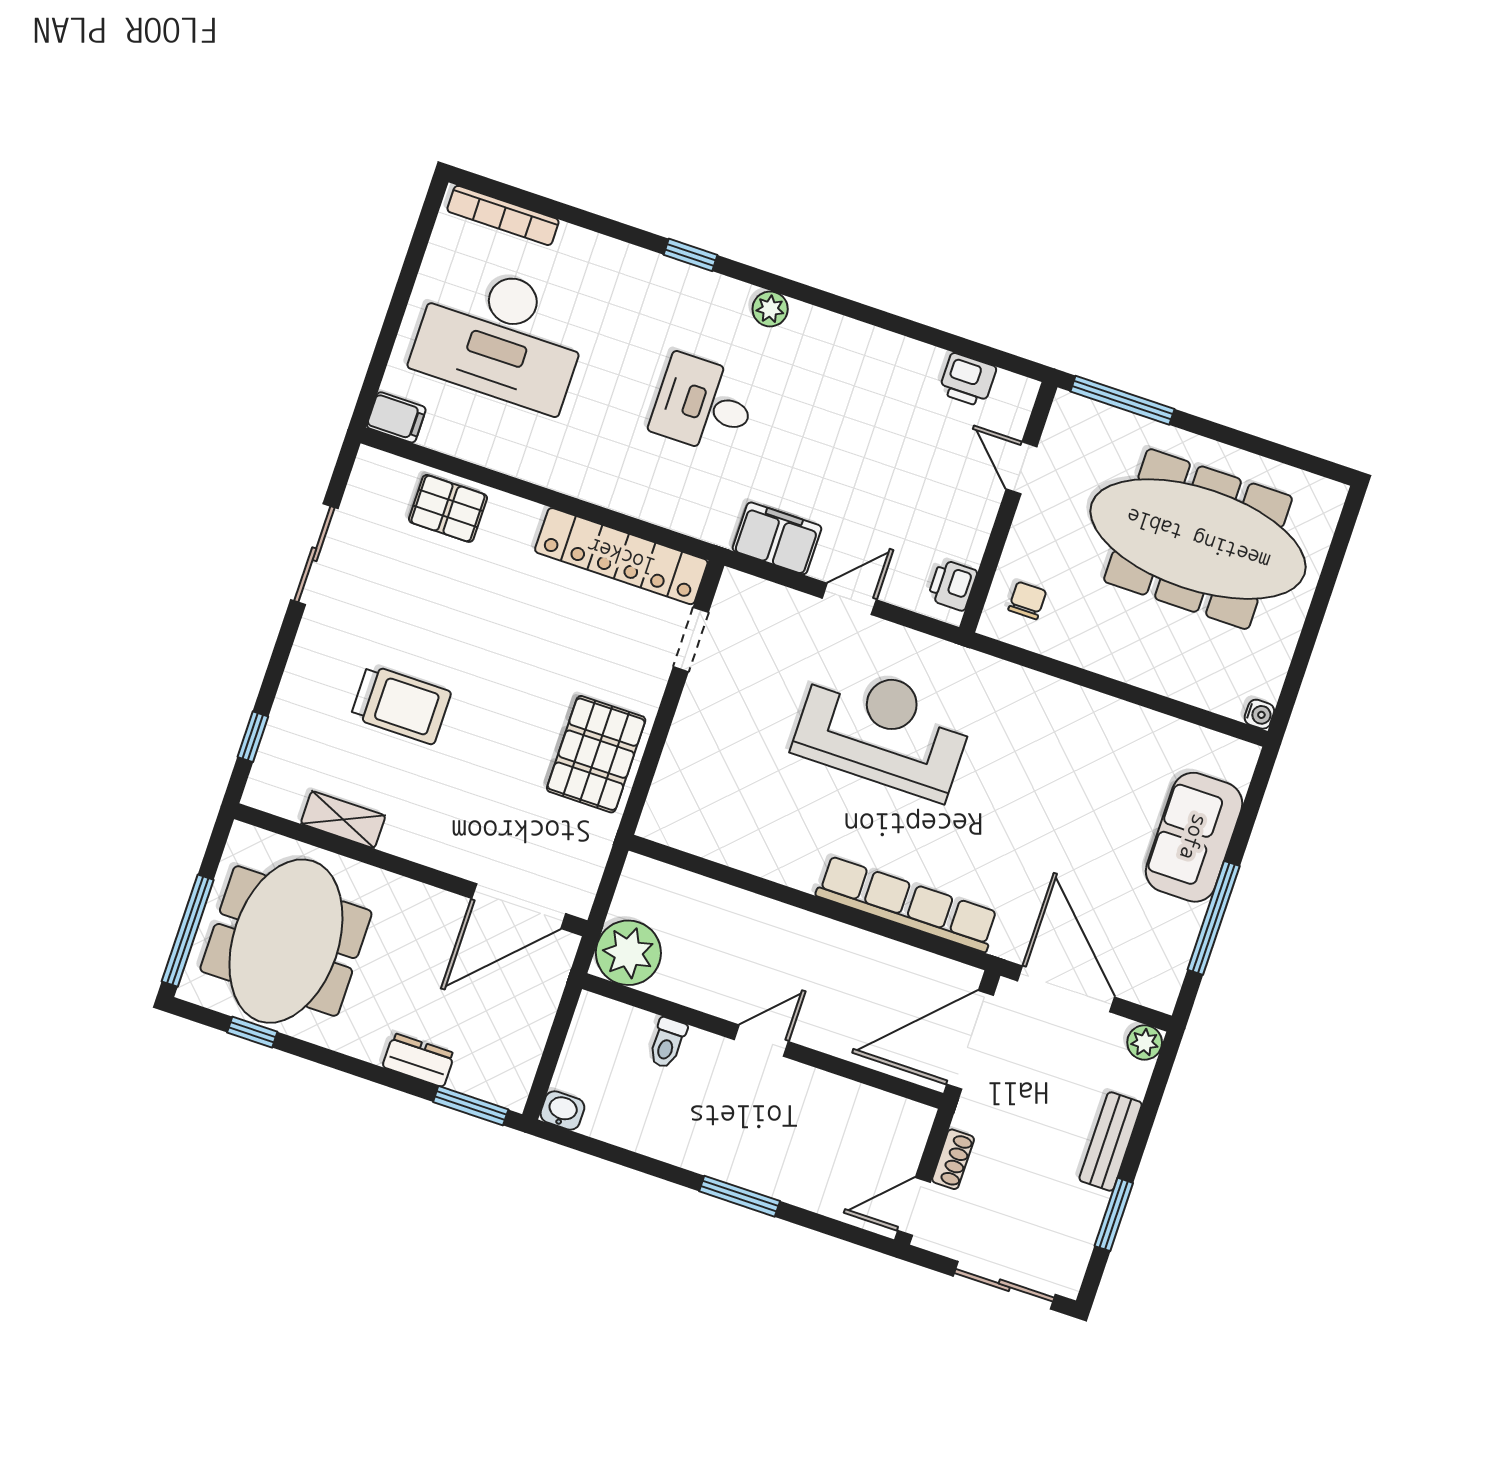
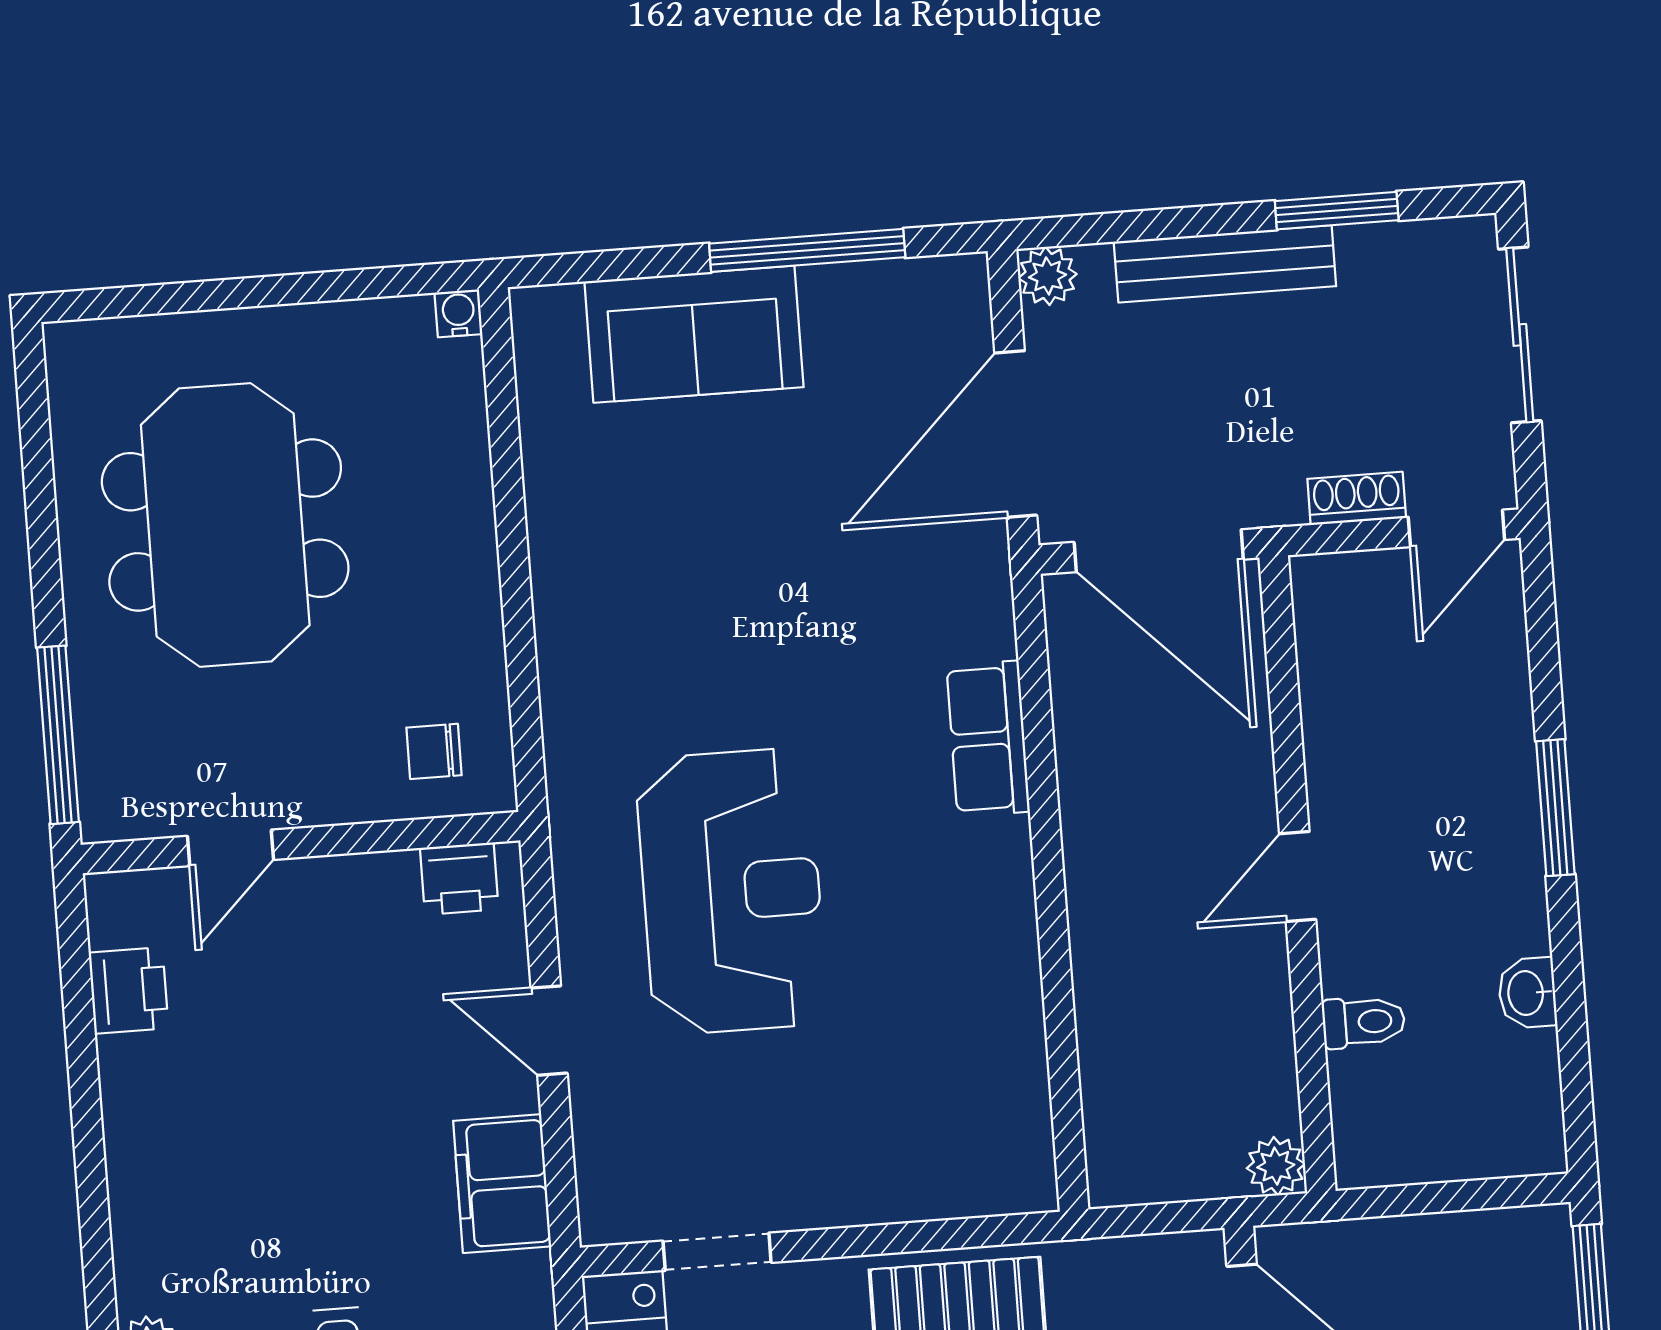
meeting table: (1198, 539) -> (225, 525), width x0.73
reception desk: (883, 730) -> (731, 891), turned 180
row of seats: (907, 904) -> (988, 739), width x0.50
plant: (628, 953) -> (1276, 1166), width x0.53, depth x0.53
door: (761, 1041) -> (1298, 877), hinge flipped
washbasin: (562, 1110) -> (1527, 993), moved
bench: (1111, 1142) -> (1225, 264), width x1.36
door: (914, 1207) -> (1456, 528), hinge flipped

